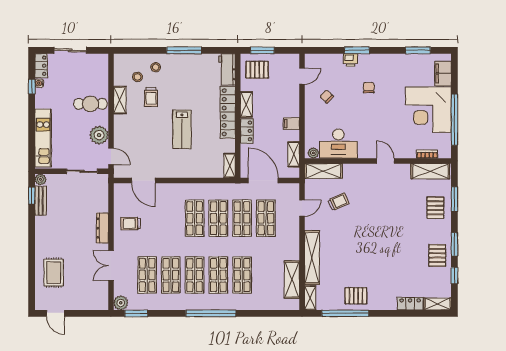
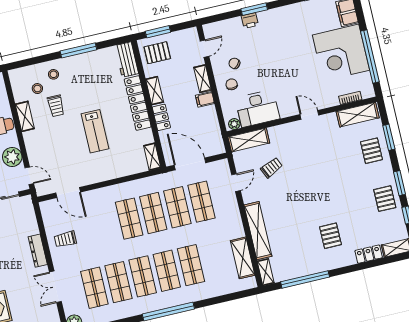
chair: (369, 88) -> (232, 84), moved
shelving: (294, 154) -> (203, 79), moved
pallet: (356, 296) -> (330, 236), moved, turned 90

